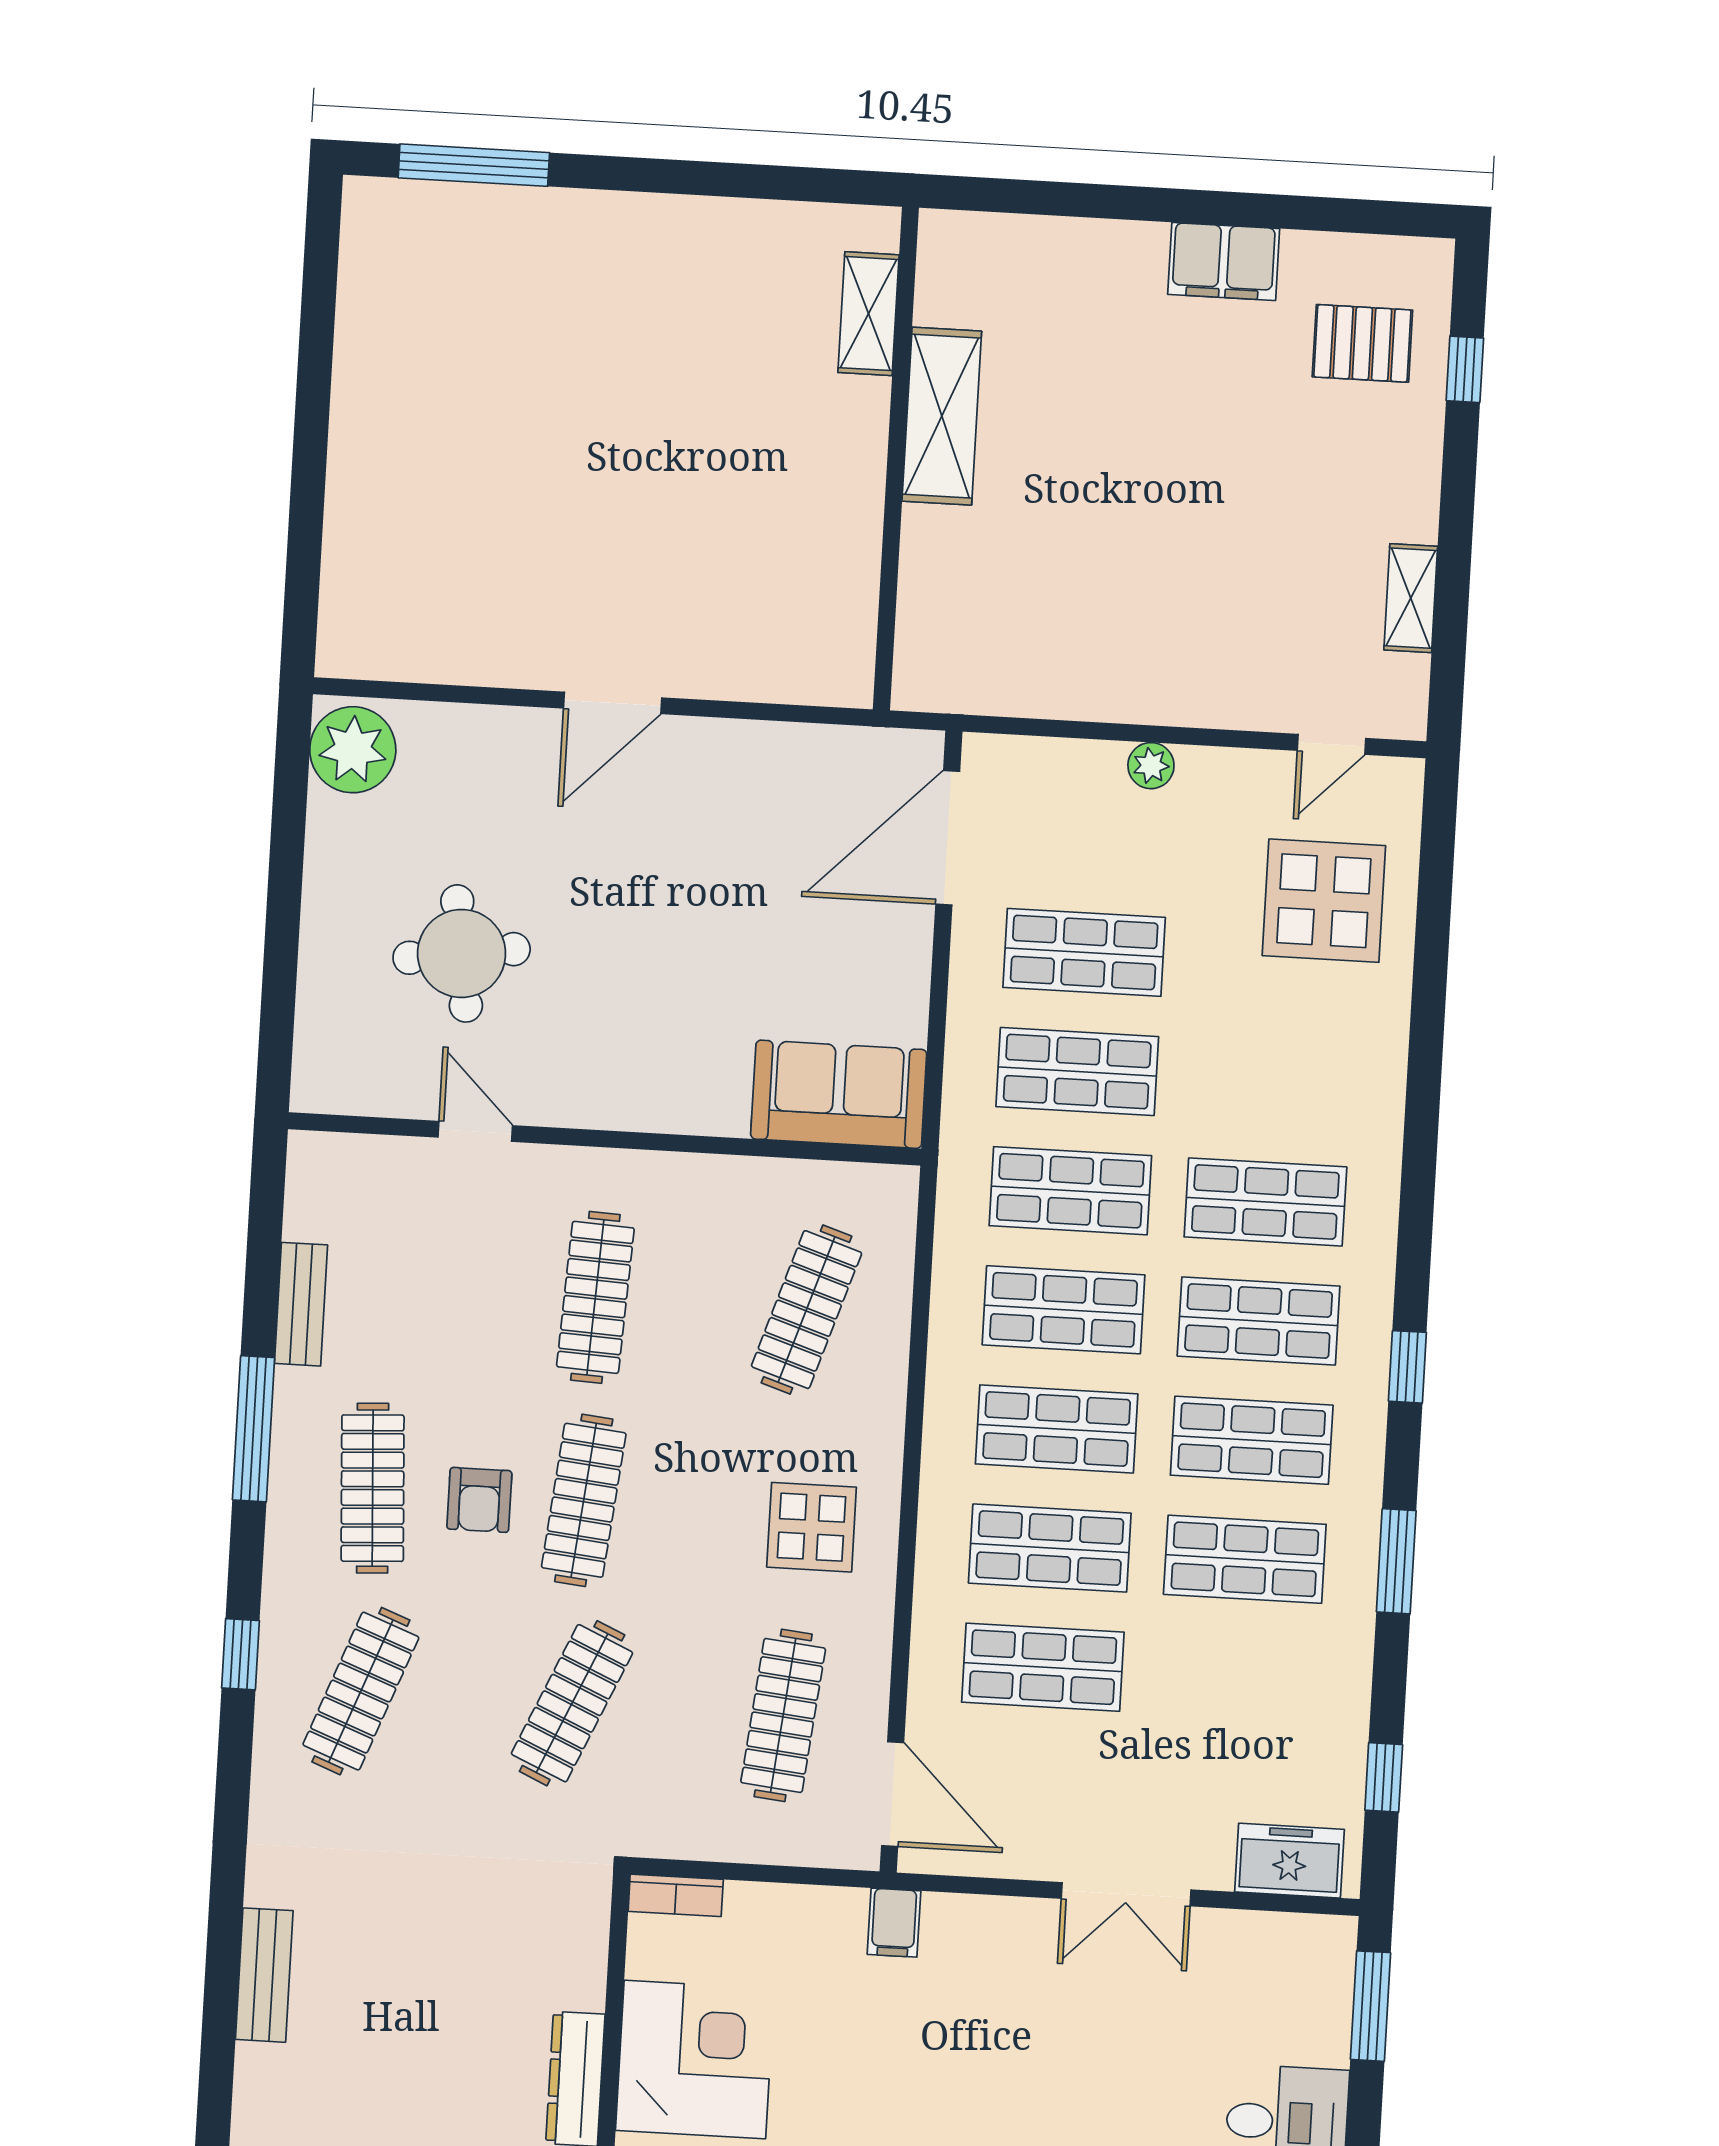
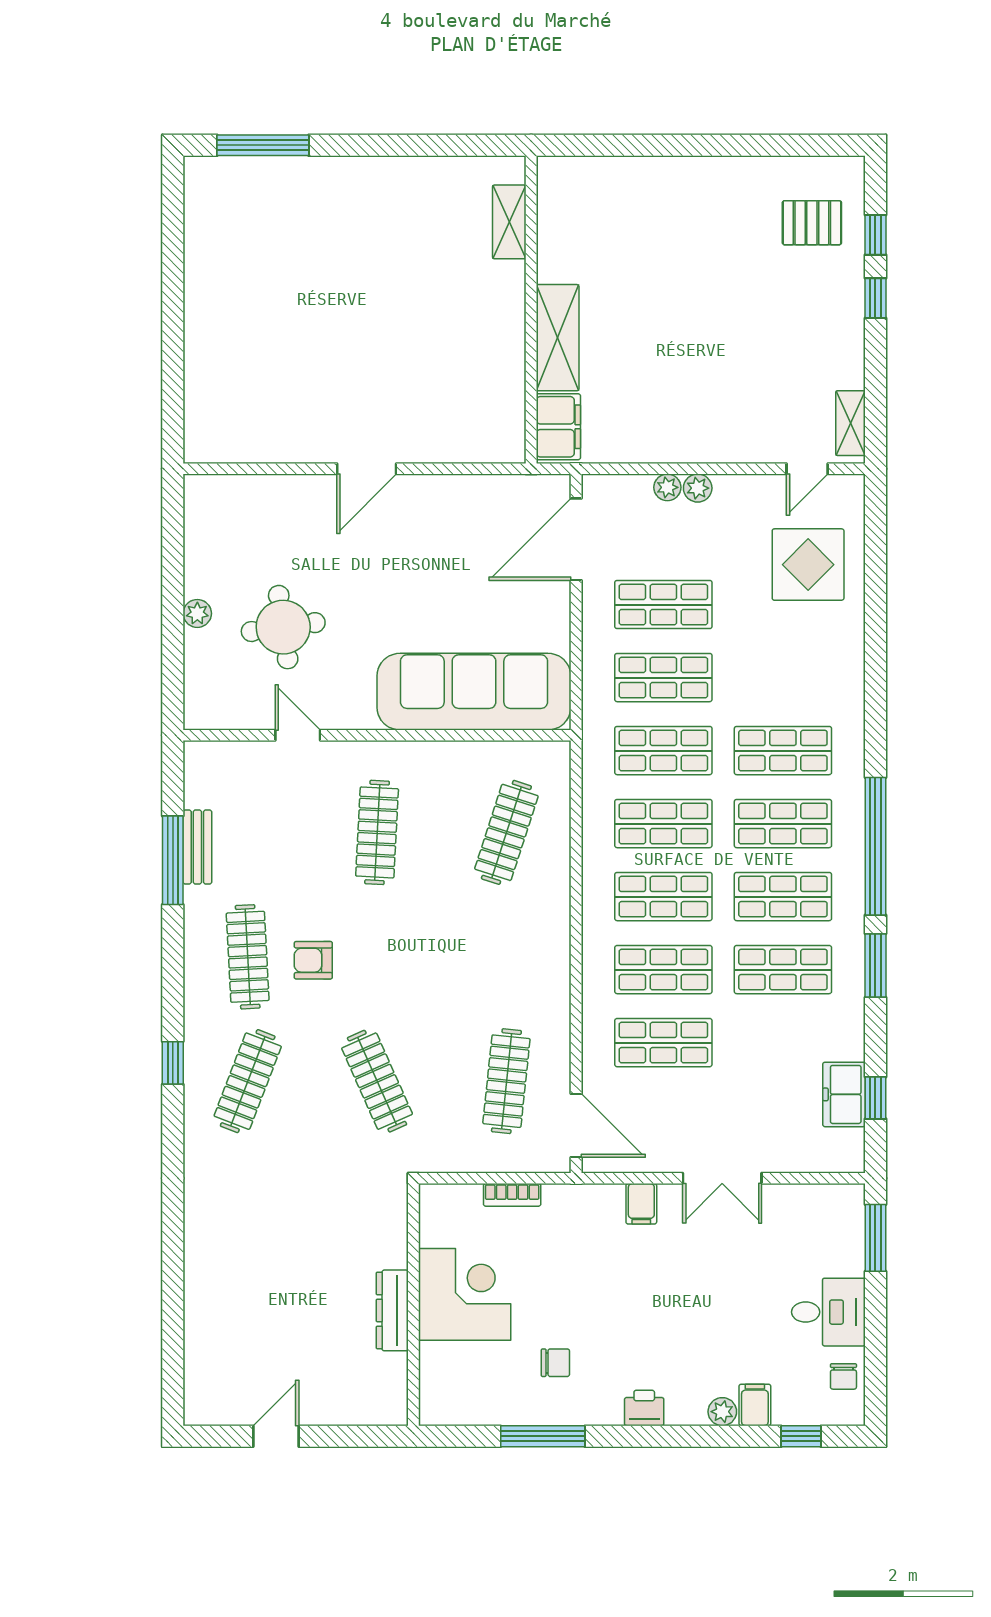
filing cabinet: (1224, 261) -> (558, 427), moved, turned -90
shelving: (942, 416) -> (558, 338), moved
window: (1459, 472) -> (875, 298), added
shelving: (1411, 598) -> (850, 423), moved
plant: (353, 750) -> (197, 613), moved, width x0.53, depth x0.53
plant: (1102, 762) -> (667, 487), added
sofa: (839, 1094) -> (474, 692), width x1.85, depth x1.27
window: (1407, 1367) -> (875, 846), width x3.17
window: (254, 1429) -> (173, 860), moved
armchair: (479, 1500) -> (313, 960), turned 90
clothes rail: (584, 1500) -> (377, 957), removed
display table: (812, 1527) -> (517, 965), removed
clothes rail: (572, 1703) -> (377, 1081), turned -48
freezer: (1289, 1861) -> (844, 1094), moved, turned -90
bookcase: (676, 1895) -> (512, 1195), moved
filing cabinet: (894, 1923) -> (641, 1204), moved
bench: (264, 1975) -> (199, 1258), removed

